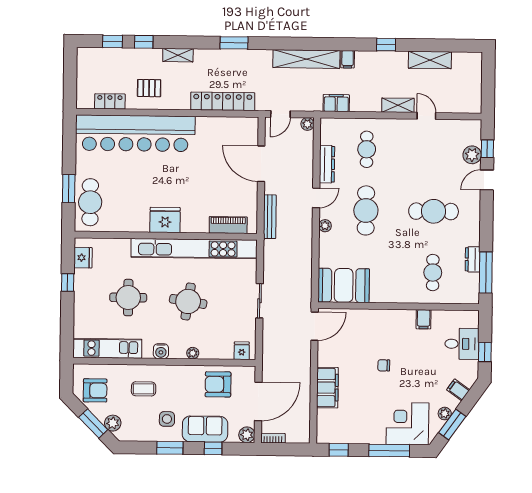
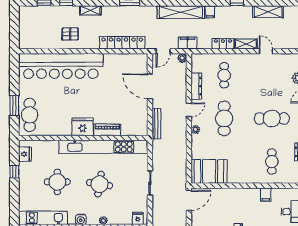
locker: (110, 101) -> (223, 44), moved
filing cabinet: (336, 103) -> (188, 43), moved
piano: (228, 225) -> (107, 130), moved

